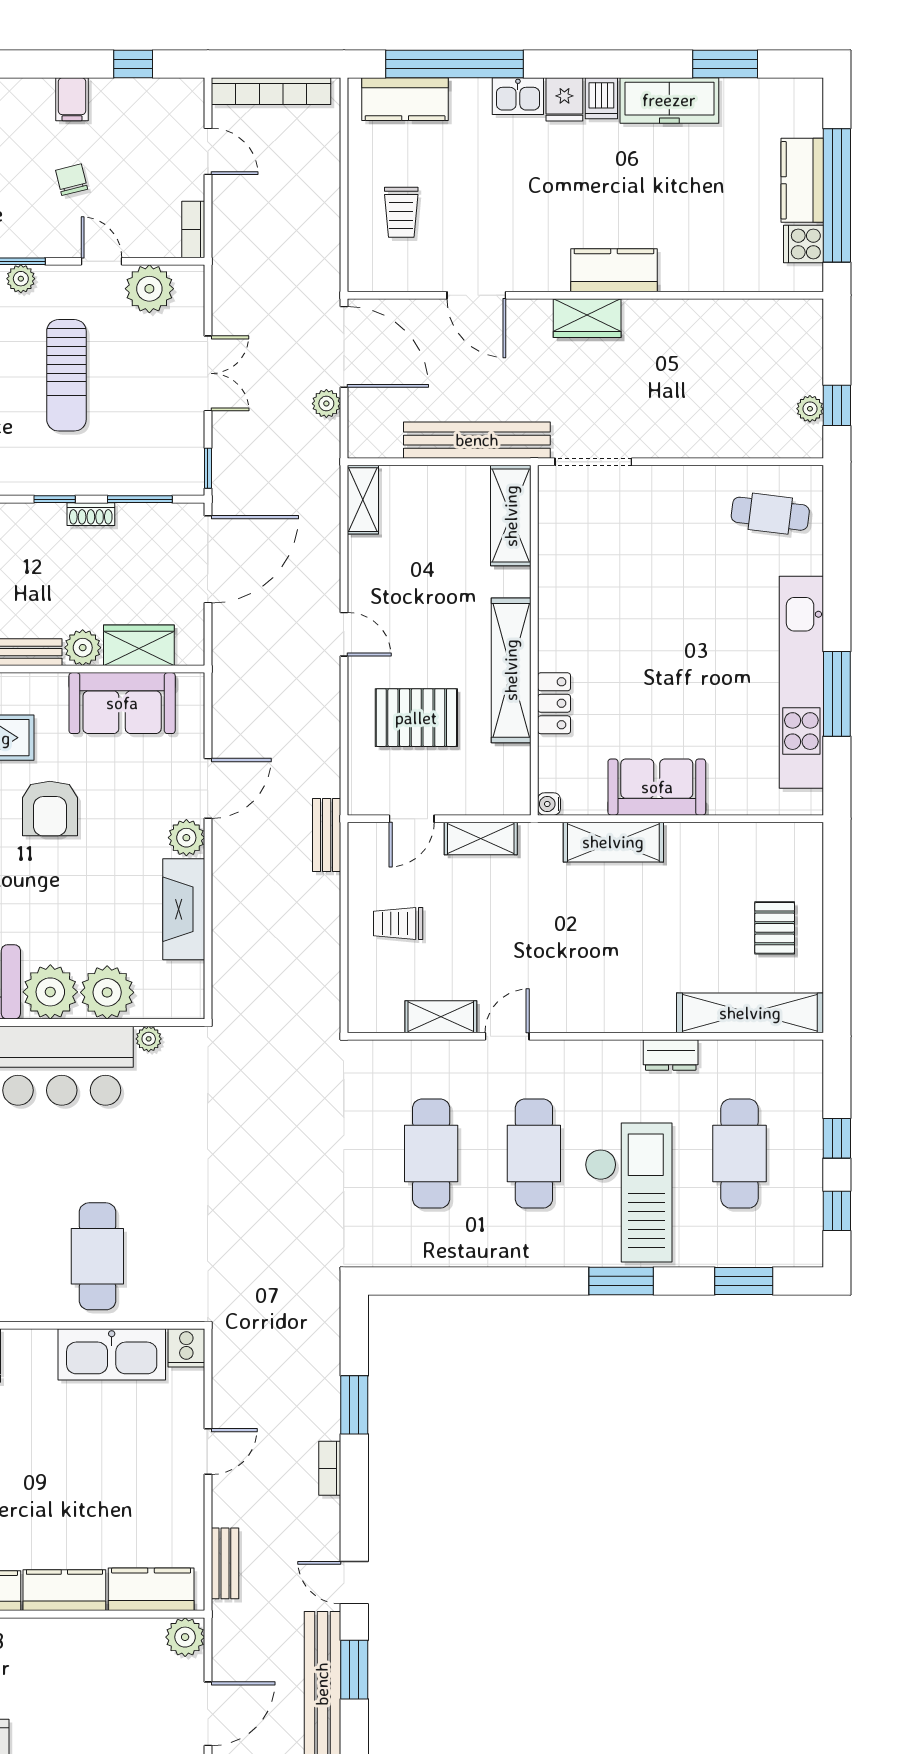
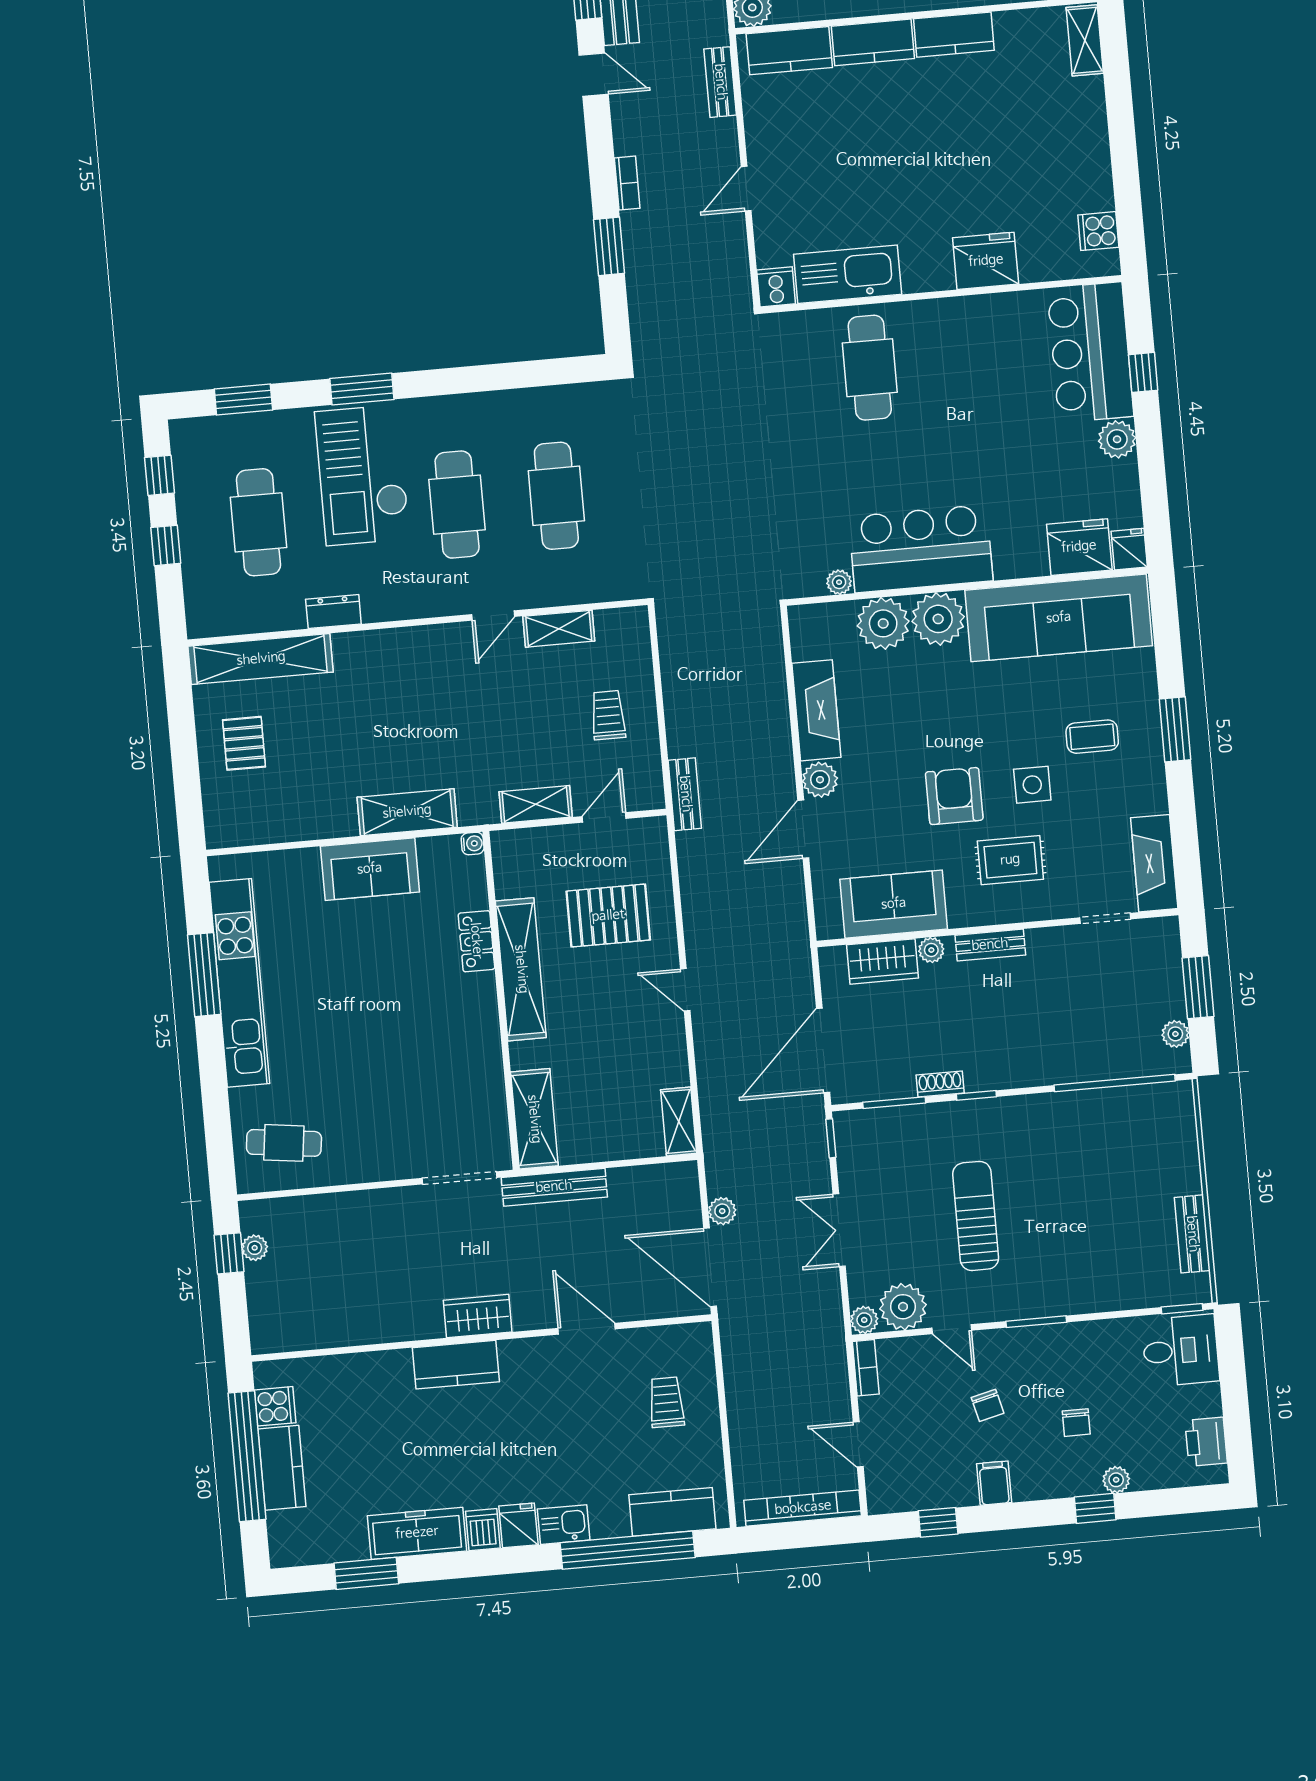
plant: (21, 279) -> (864, 1320), moved
bench: (477, 440) -> (554, 1187), width x0.73, depth x0.82
plant: (83, 648) -> (931, 950), width x0.73, depth x0.73
trolley: (398, 923) -> (608, 715), turned -90

